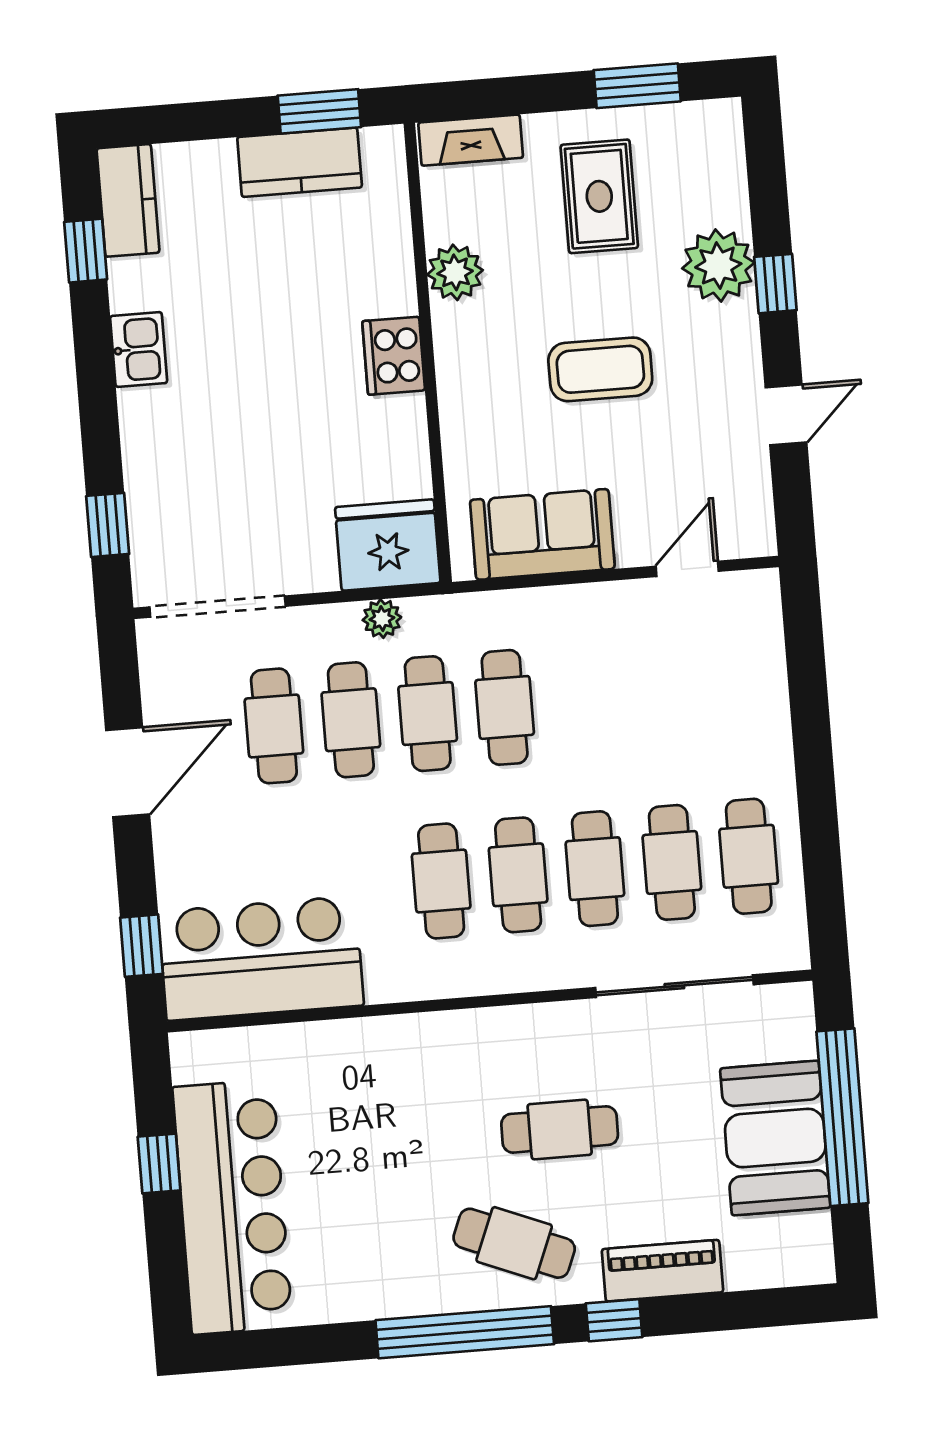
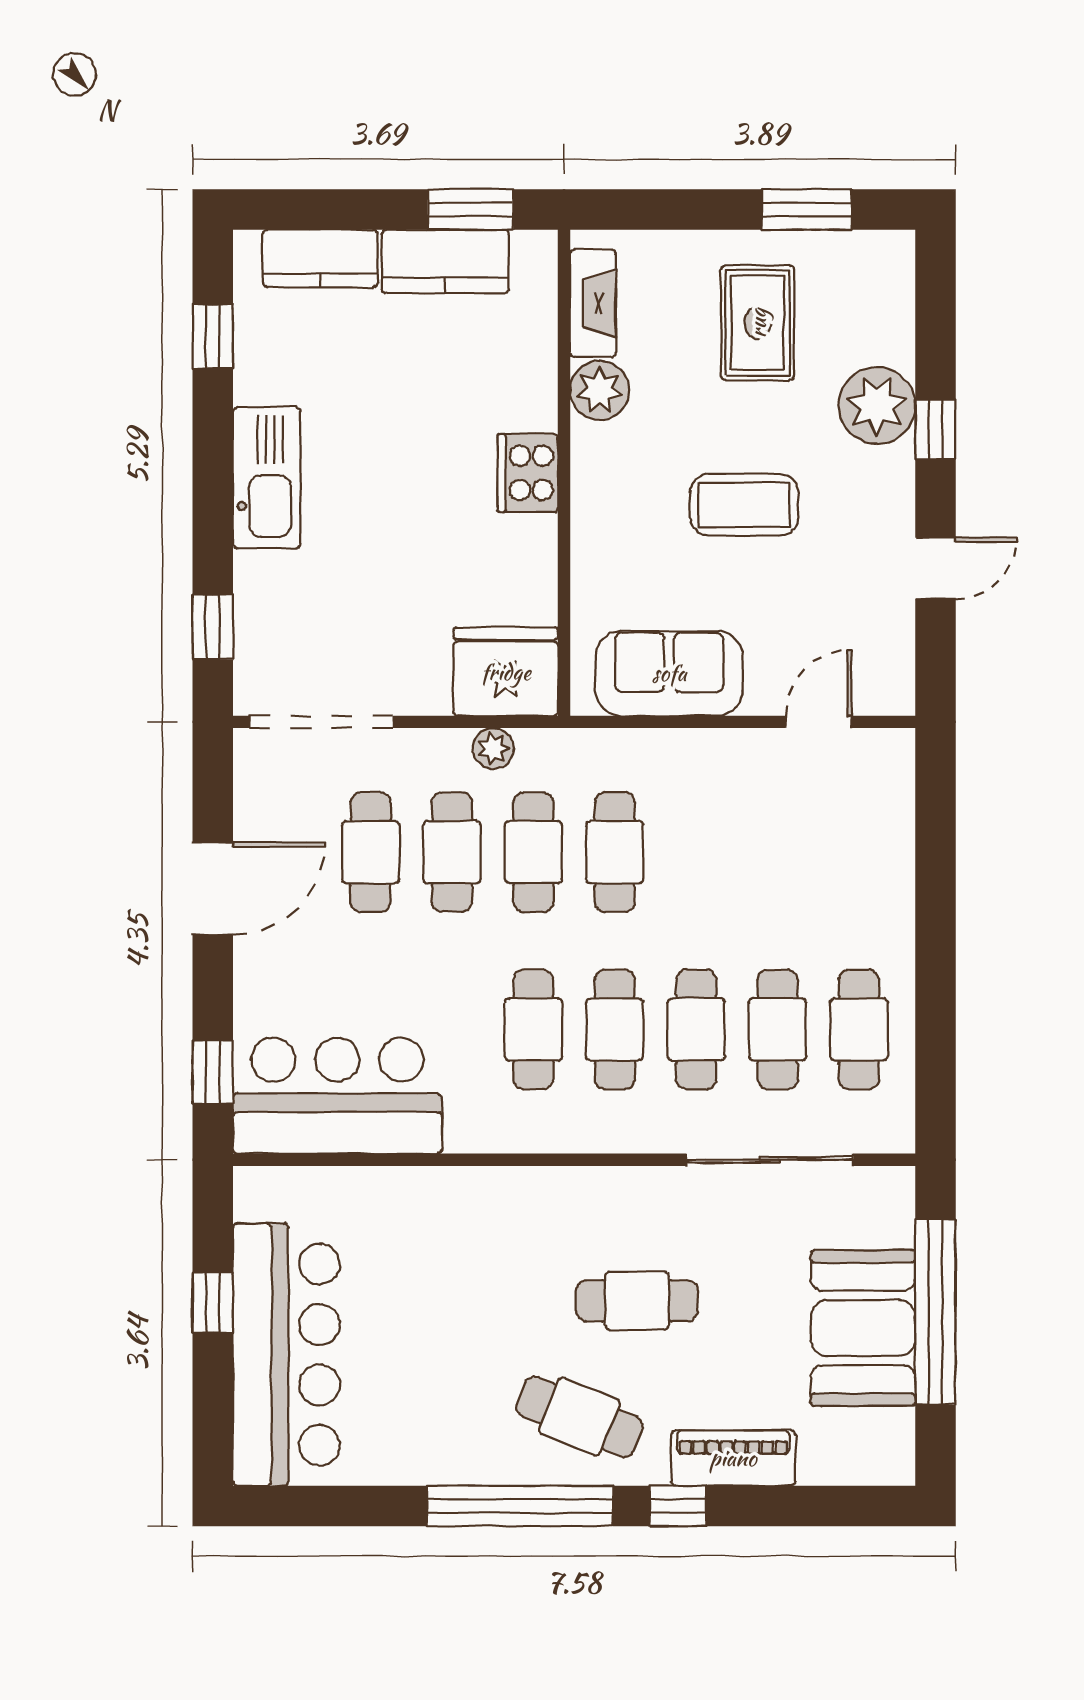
fireplace: (471, 140) -> (593, 303), moved, turned -90
kitchen counter: (128, 200) -> (320, 258), moved, turned 90
kitchen sink: (139, 350) -> (267, 478), width x1.88, depth x1.24

